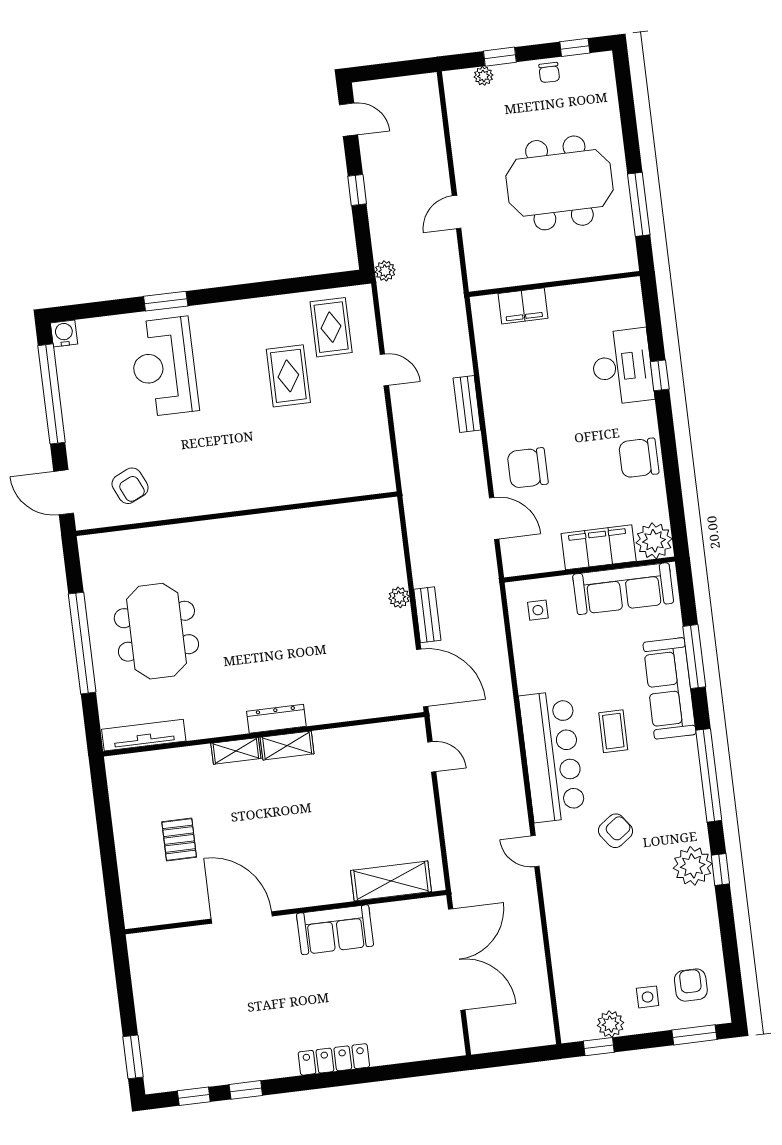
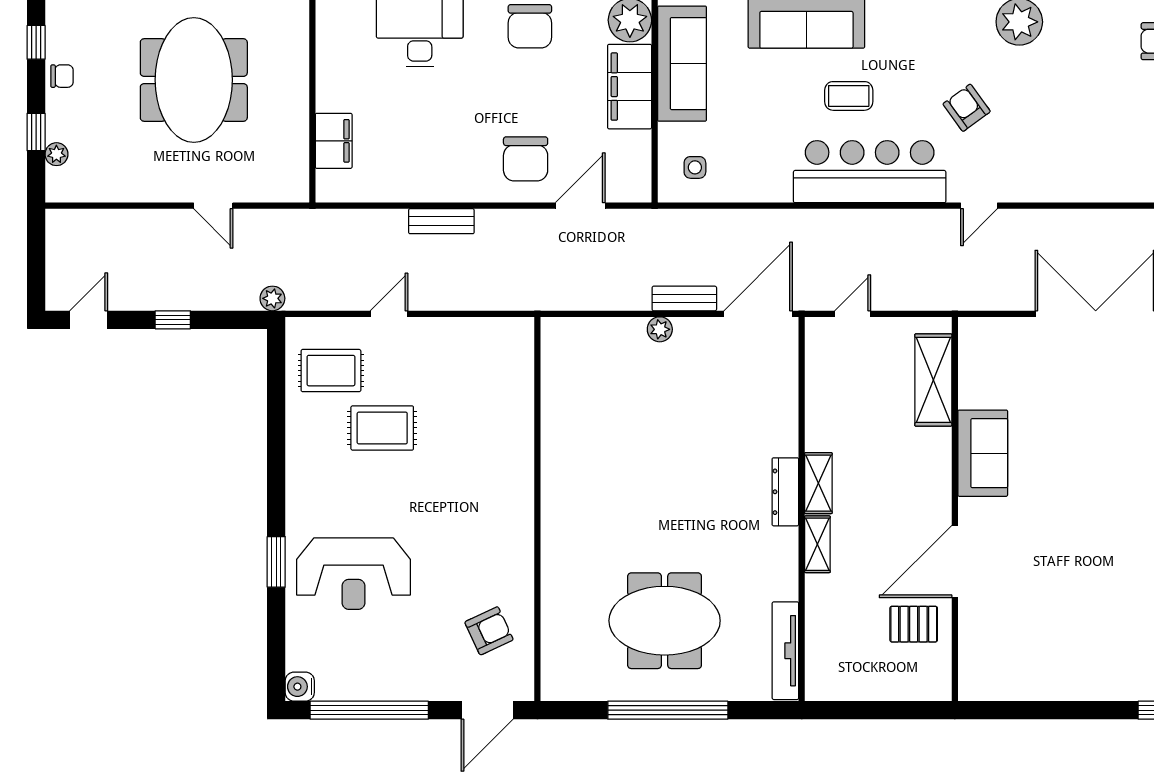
shelving: (391, 881) -> (933, 380), moved
wall: (286, 912) -> (955, 509), moved
door: (242, 917) -> (955, 561), moved
sofa: (335, 930) -> (983, 453), moved

